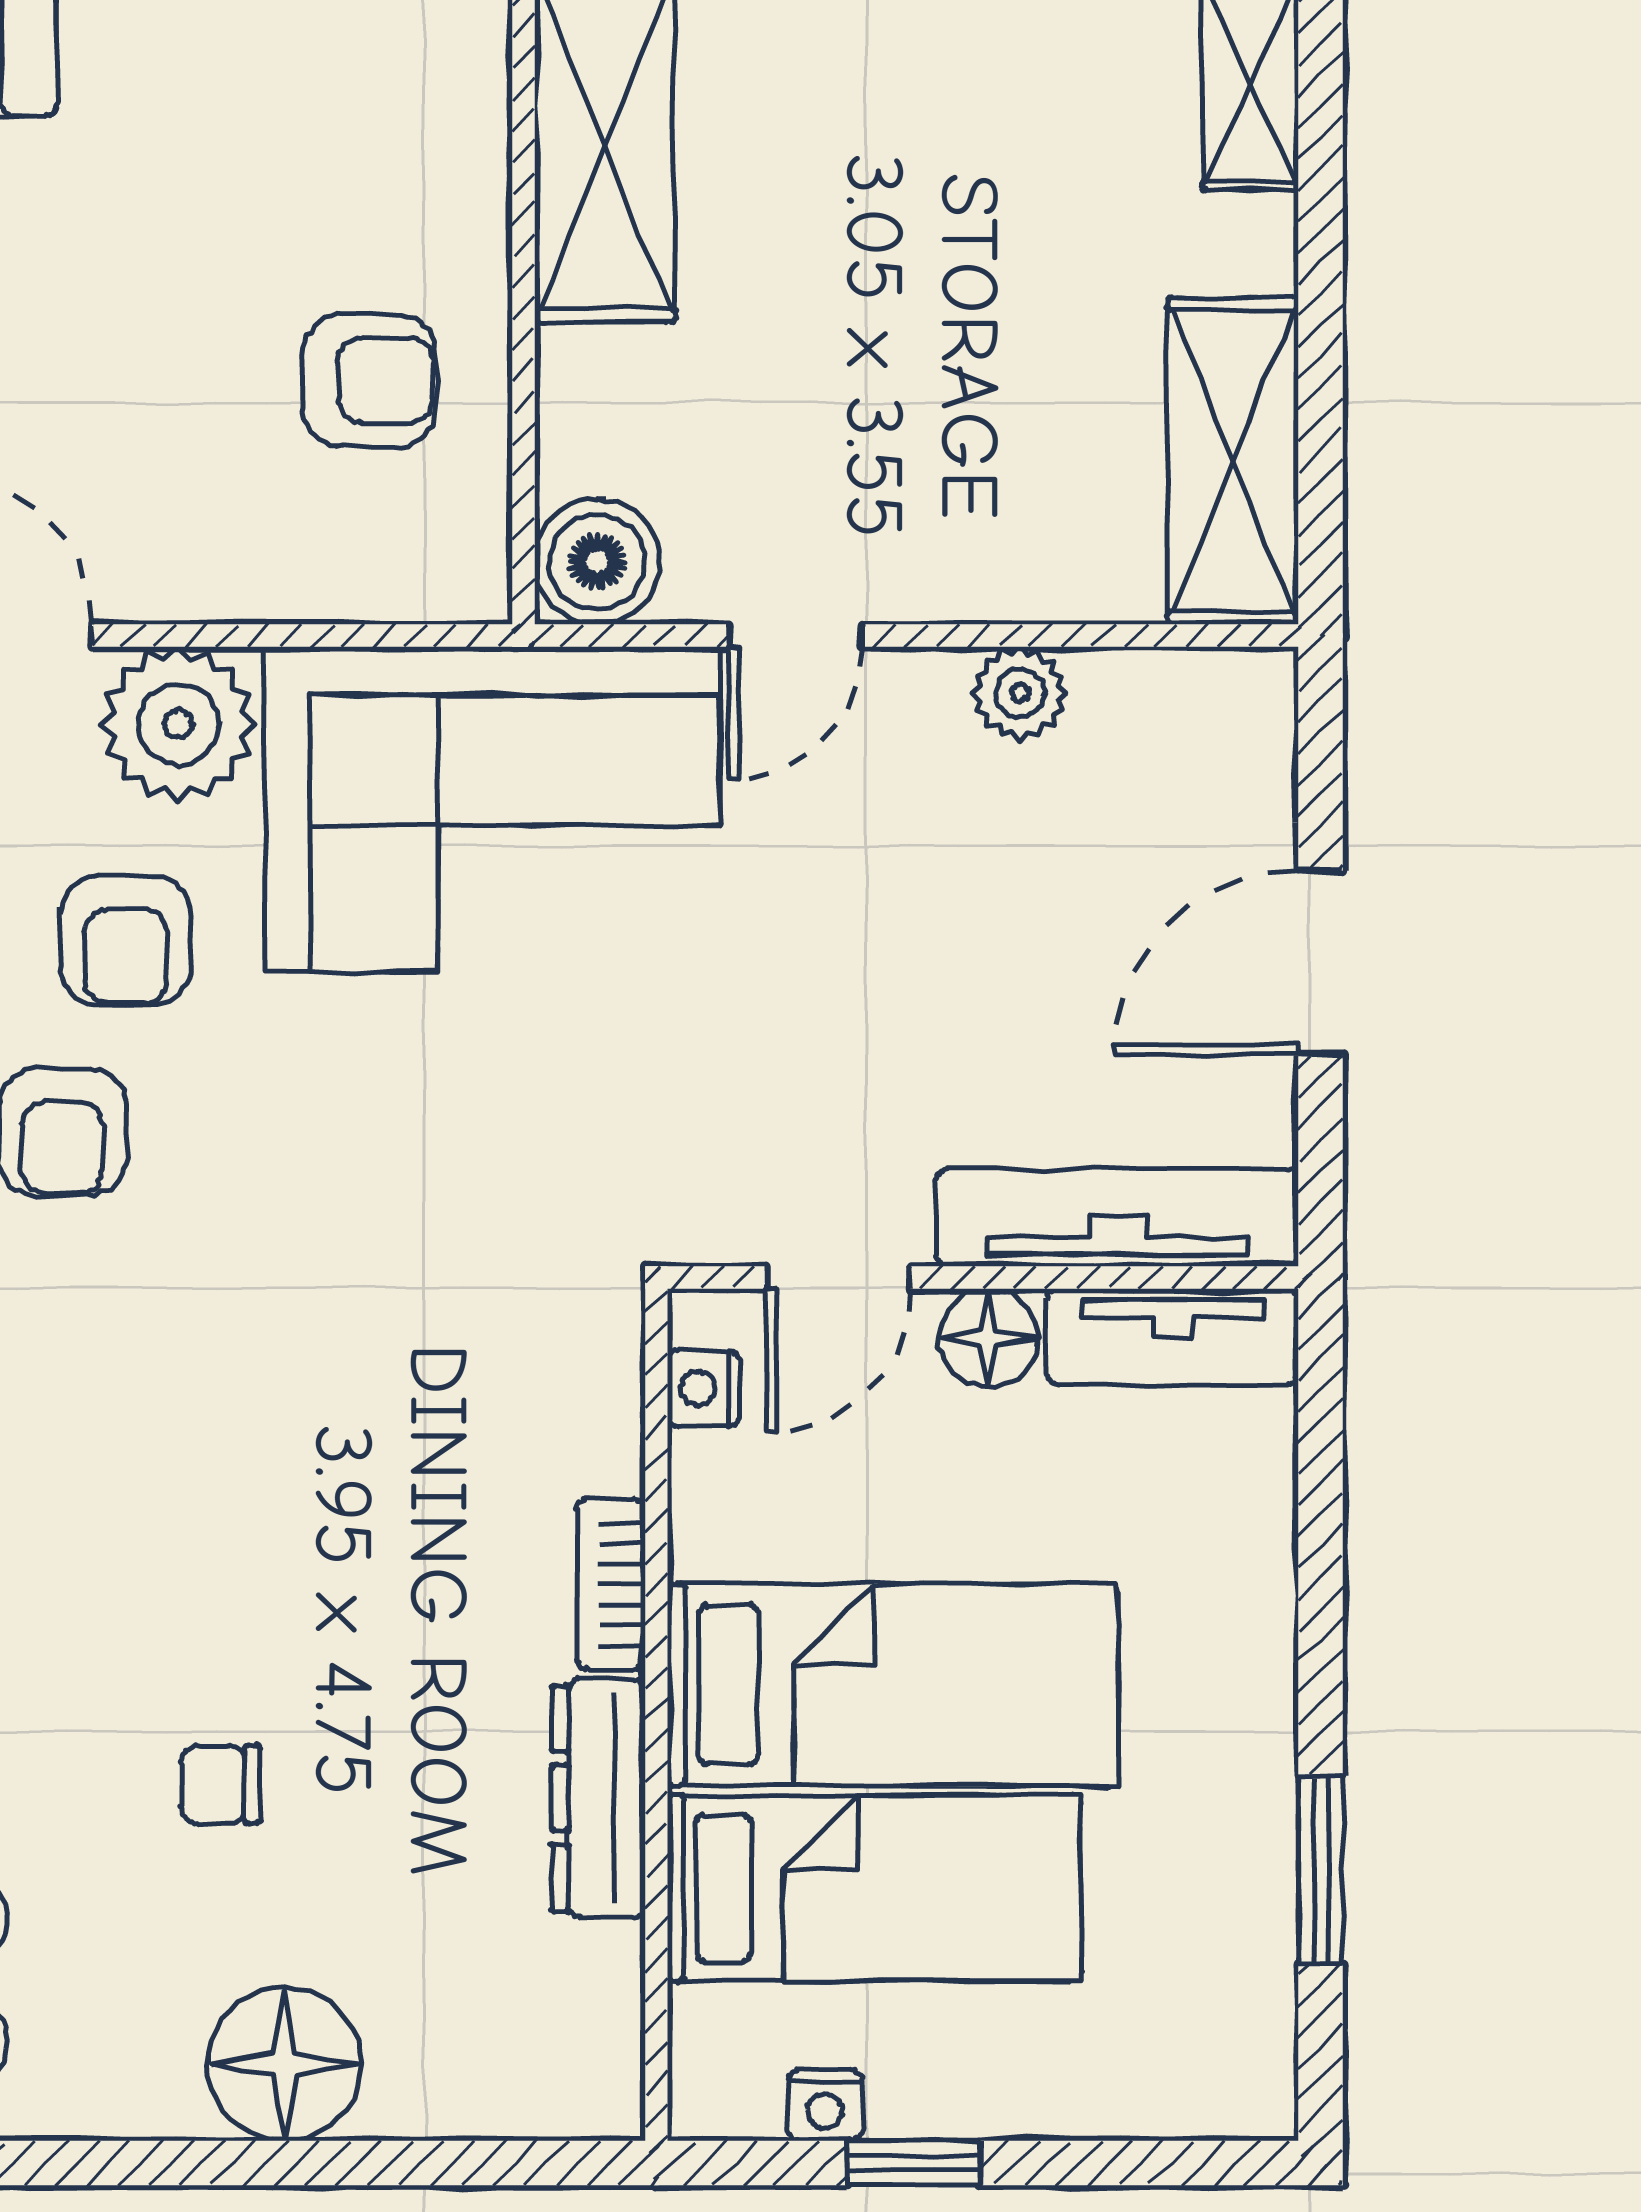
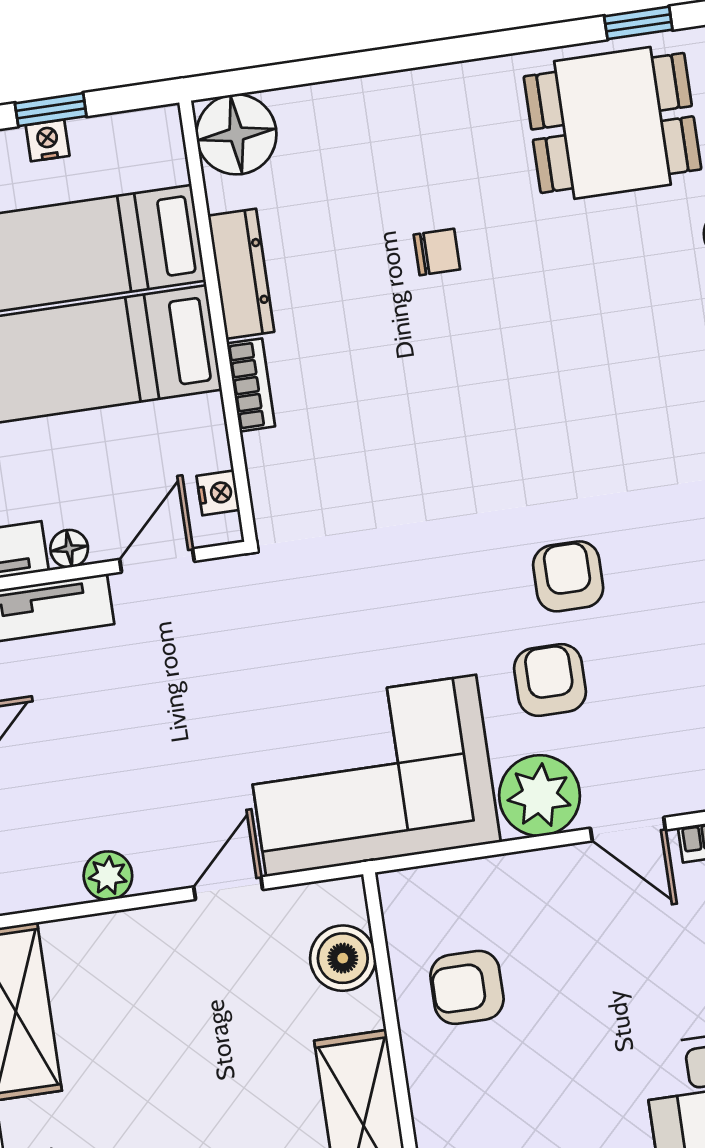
boiler: (597, 562) -> (343, 958), moved
floor lamp: (988, 1338) -> (69, 549), width x0.73, depth x0.73
floor lamp: (284, 2064) -> (236, 134), moved
nightstand: (825, 2106) -> (48, 140), moved

